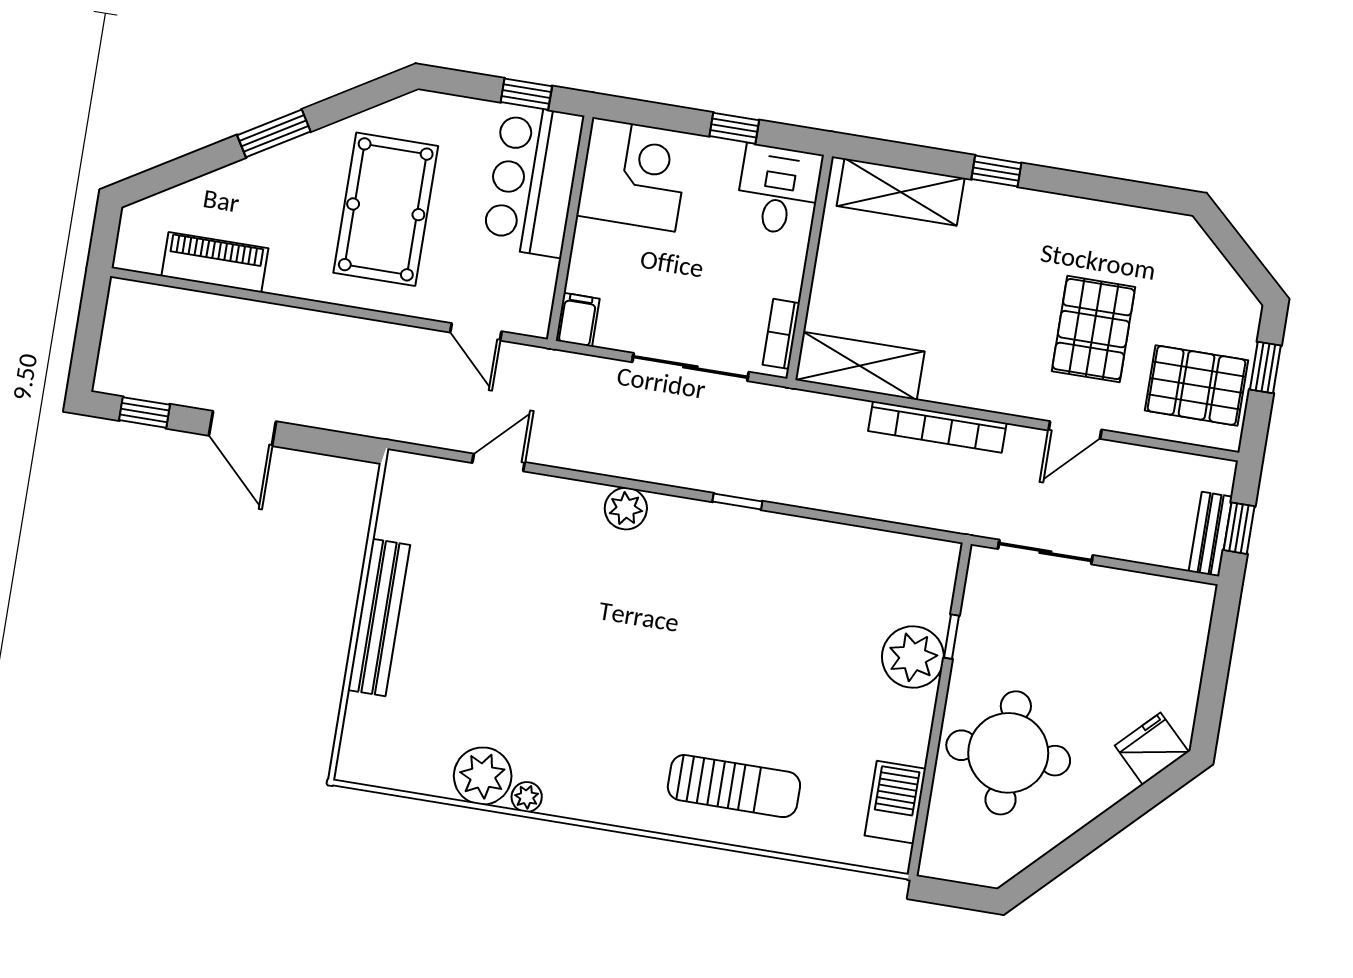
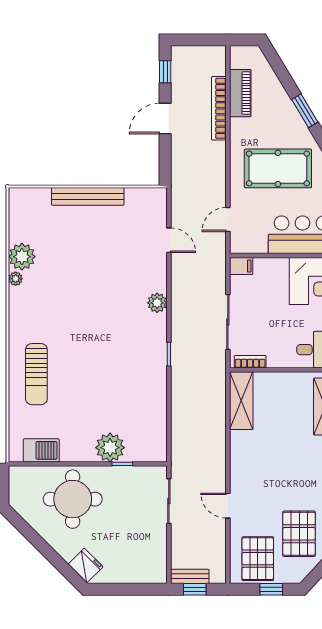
pallet: (1094, 329) -> (299, 534), moved, turned 90
bookcase: (937, 427) -> (219, 108), moved

